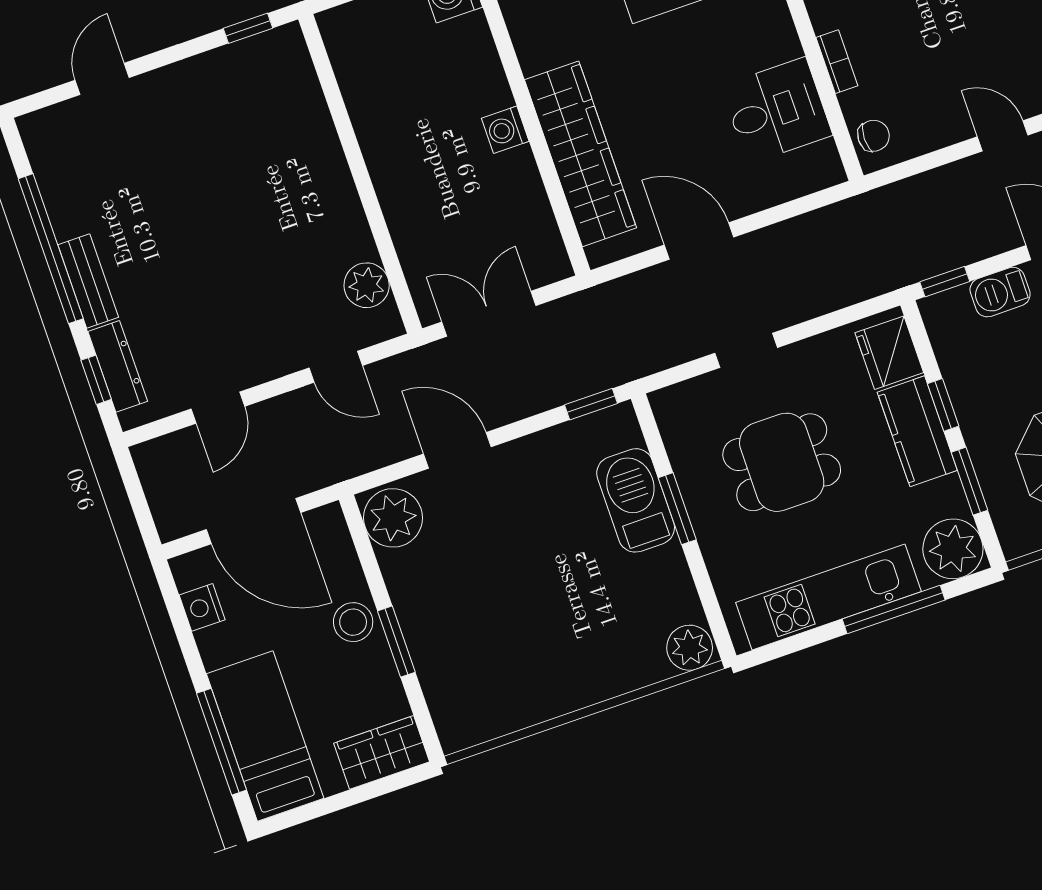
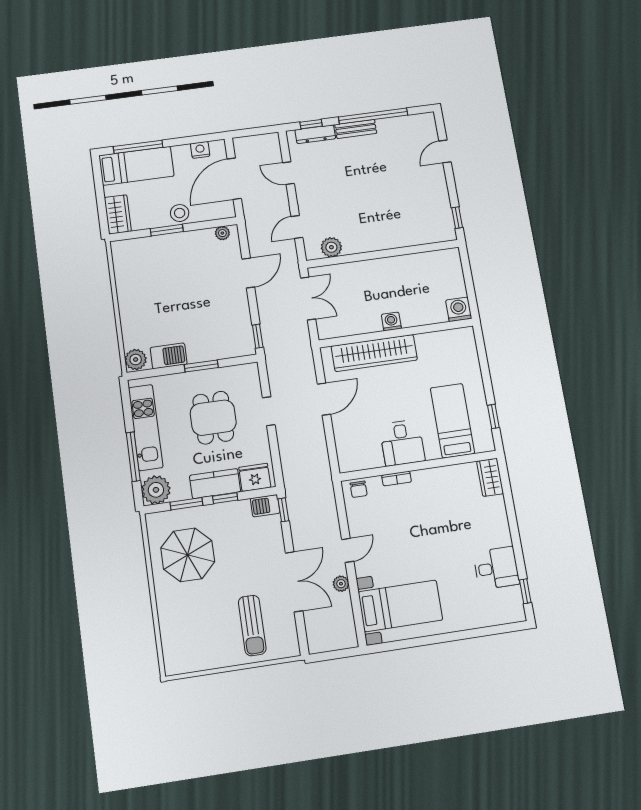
door: (102, 79) -> (445, 151), swing flipped
desk: (777, 111) -> (402, 443), moved
barbecue: (1000, 292) -> (265, 506), moved, turned -90
barbecue: (636, 500) -> (169, 356), moved, width x0.73, depth x0.83
plant: (393, 518) -> (222, 233), width x0.53, depth x0.53

